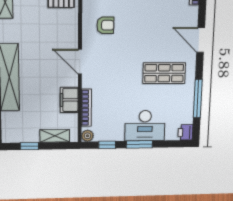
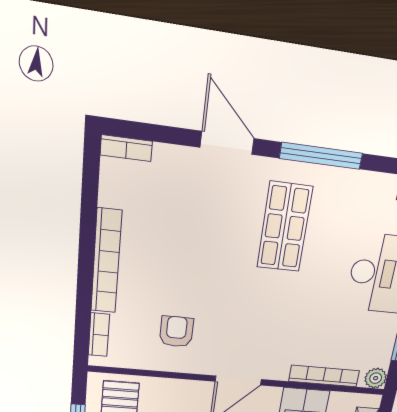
door: (201, 40) -> (227, 143), swing flipped
window: (198, 99) -> (321, 156), moved

